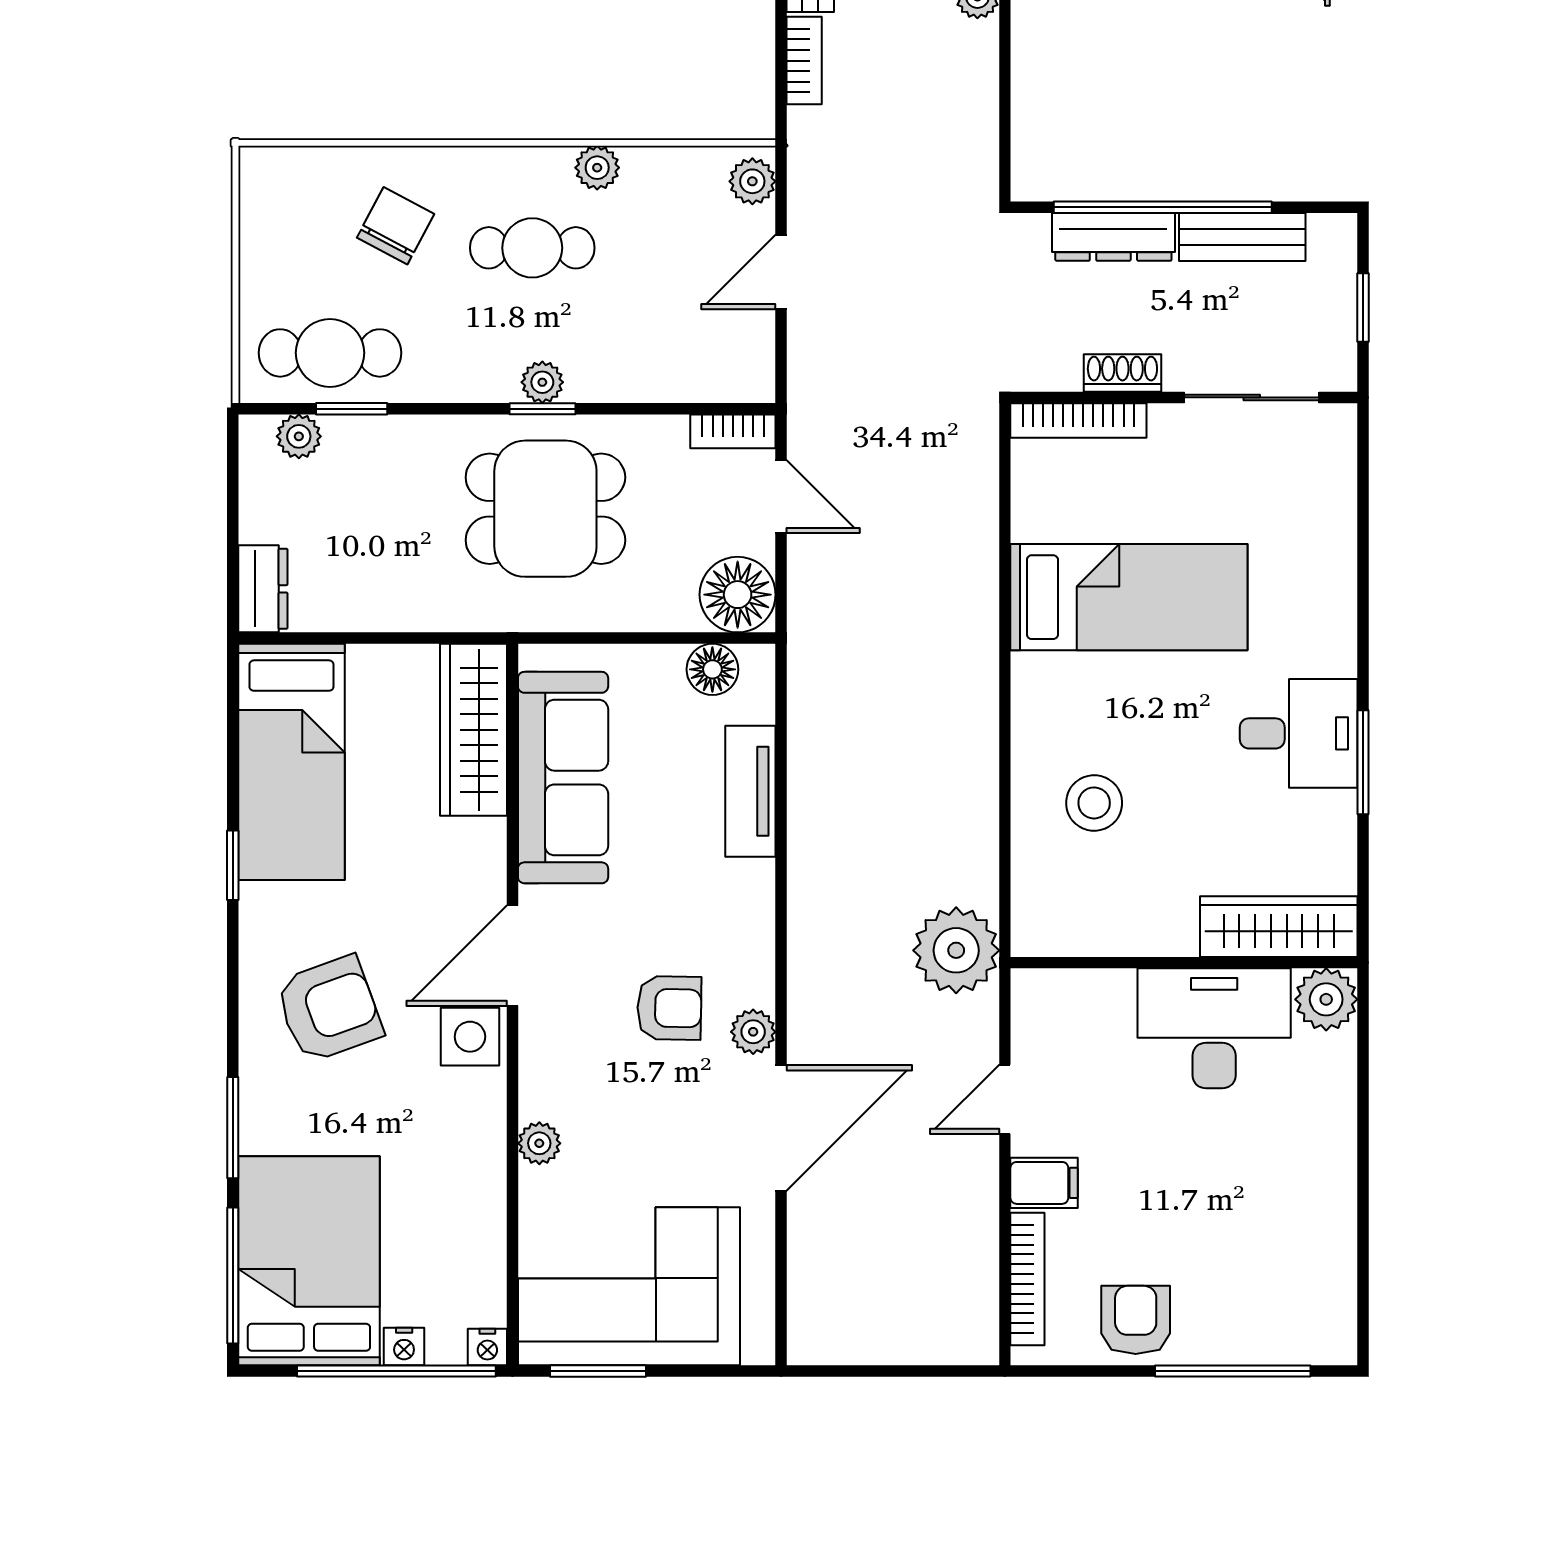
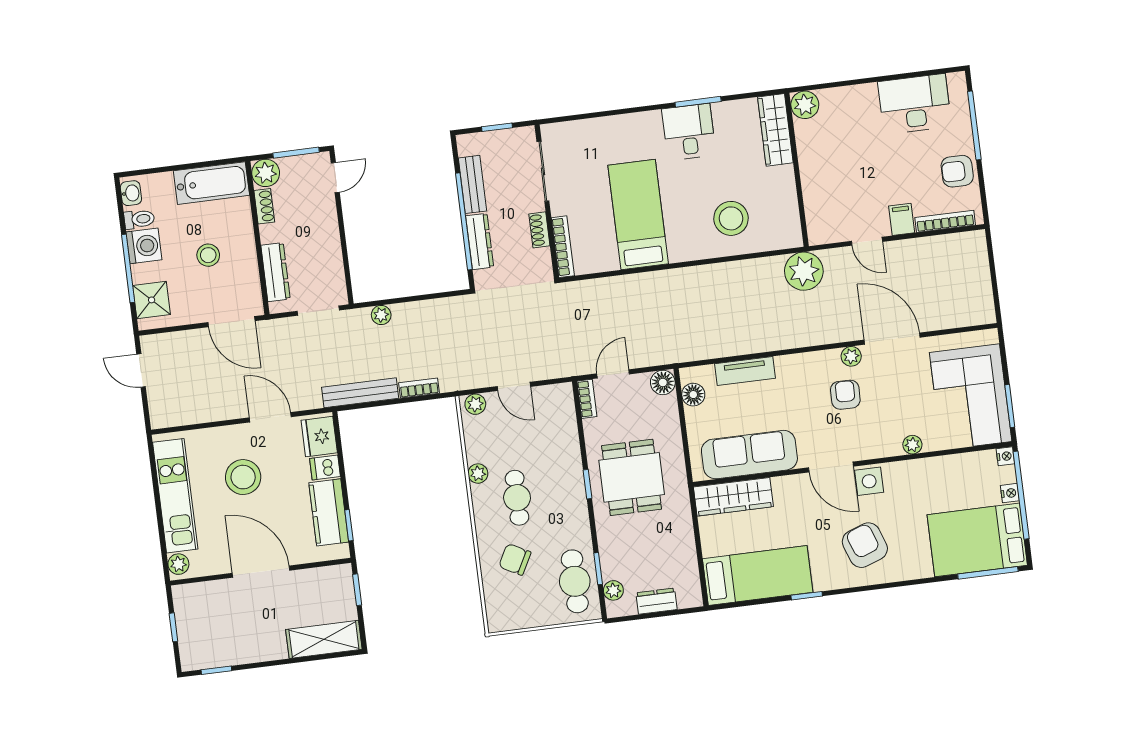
plant: (542, 382) -> (576, 486), removed
dresser: (263, 589) -> (657, 601), moved
floor lamp: (738, 595) -> (663, 383), width x0.73, depth x0.73
stool: (1094, 803) -> (731, 218), width x1.38, depth x1.38
desk: (1214, 1028) -> (915, 104), moved, turned 90
window: (233, 1128) -> (923, 581), removed

